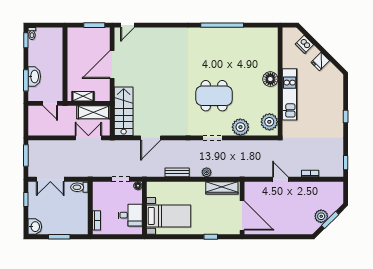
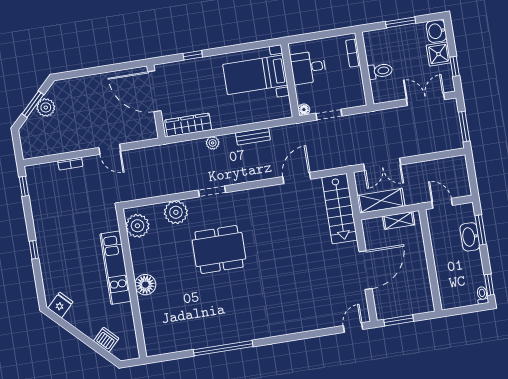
fridge: (320, 61) -> (60, 305), moved
toilet: (79, 187) -> (380, 71), moved
shower: (36, 210) -> (438, 54), added

